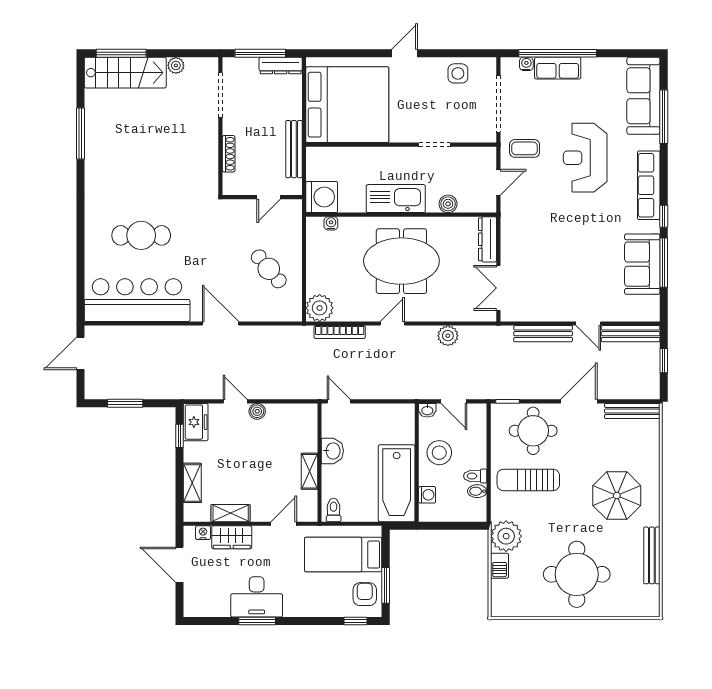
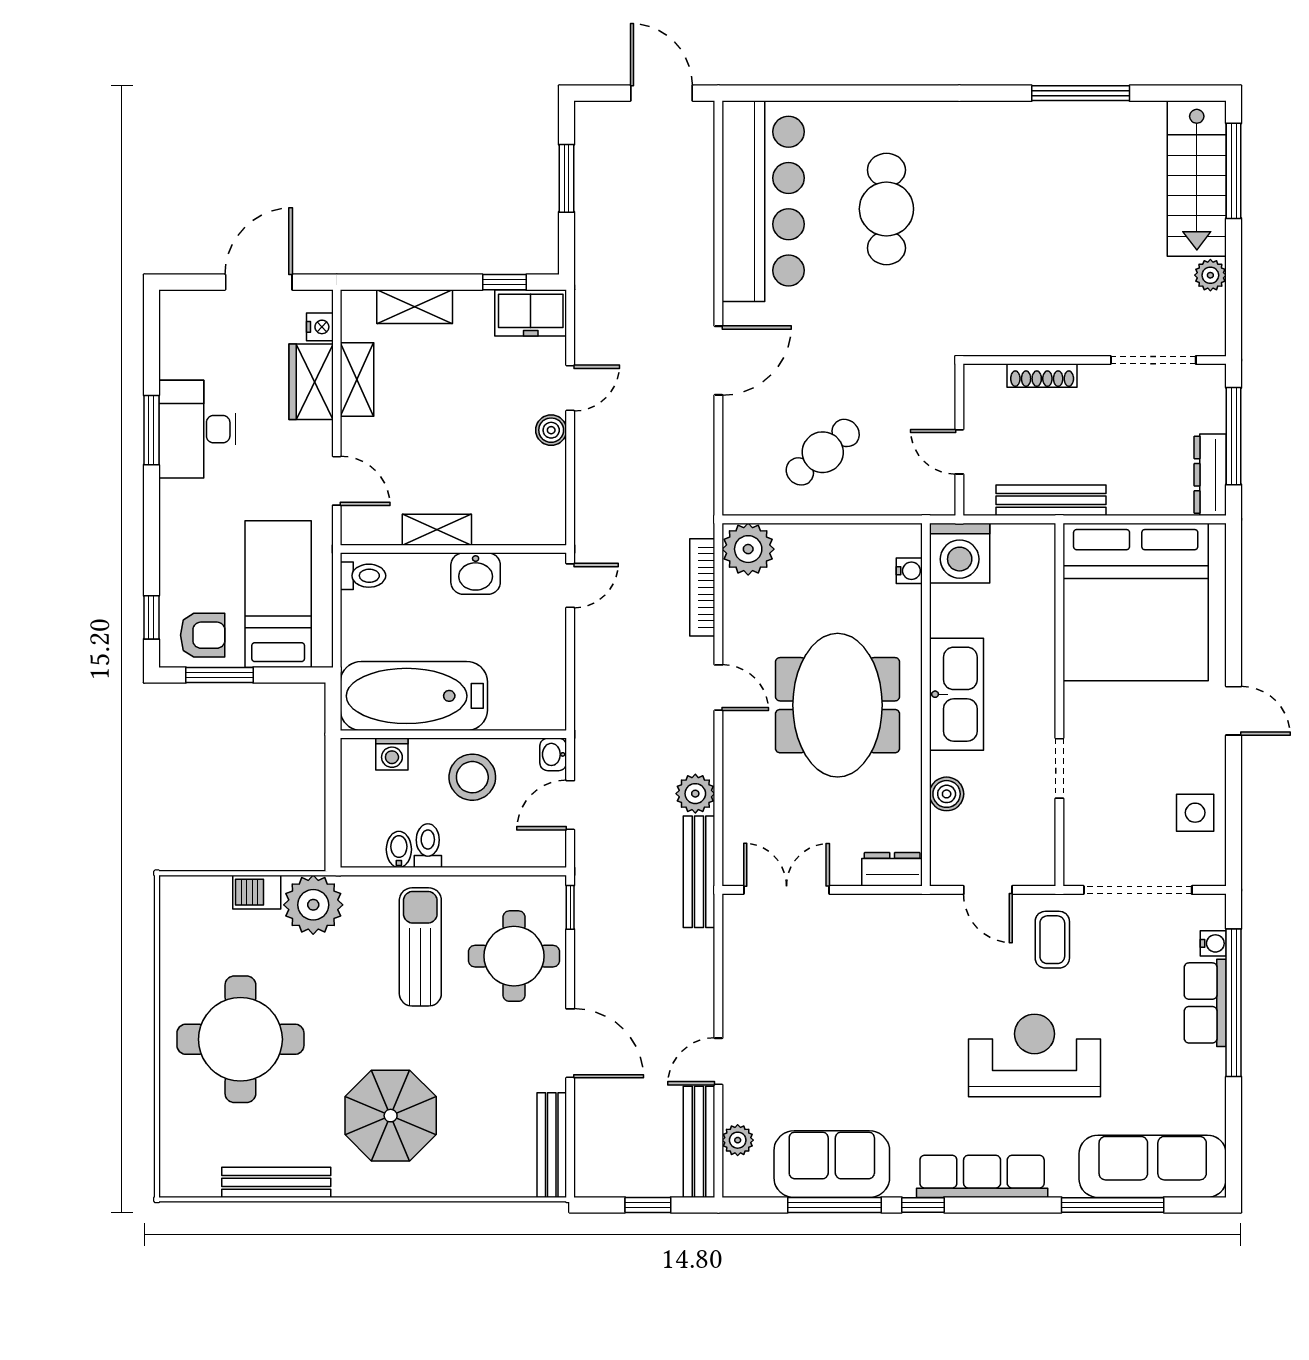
dresser: (488, 239) -> (892, 869), width x0.70
plant: (630, 313) -> (738, 1140), added
bench: (543, 334) -> (699, 872), moved

